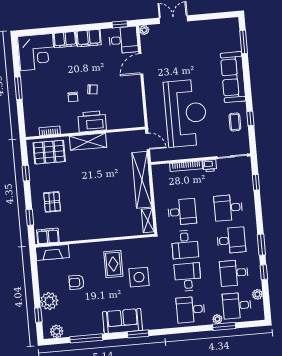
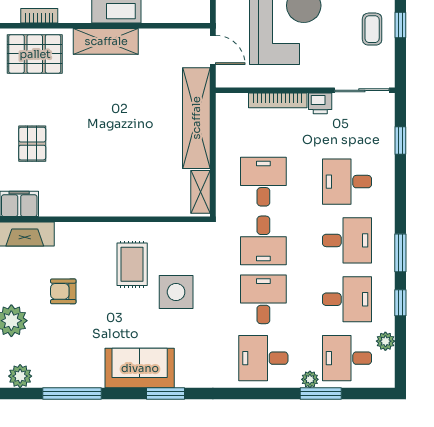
desk: (182, 212) -> (263, 182), turned -90
desk: (234, 273) -> (347, 299), turned 180

